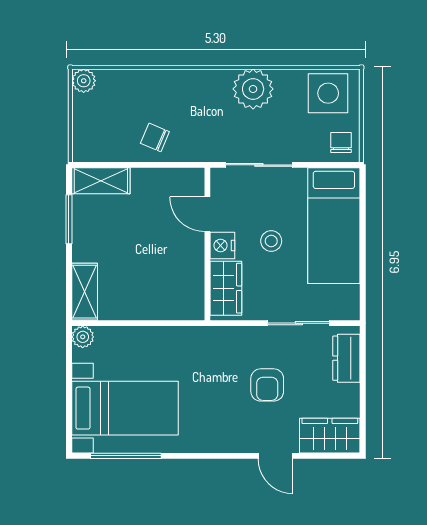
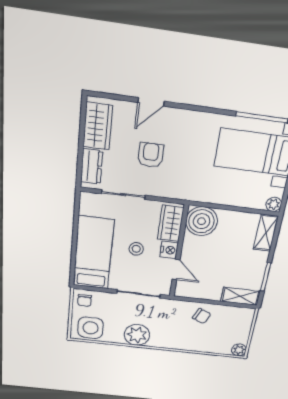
boiler: (182, 297) -> (202, 221), added
wardrobe: (330, 436) -> (98, 126), moved, turned -90
door: (275, 456) -> (151, 102), swing flipped

